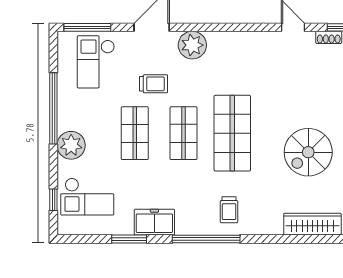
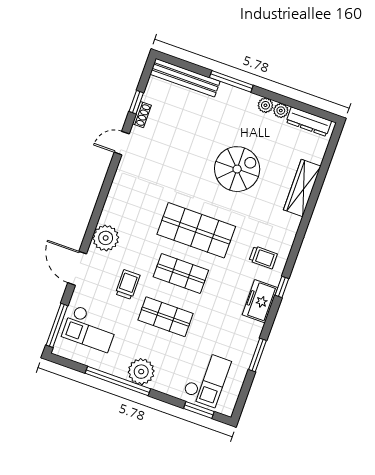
plant: (71, 145) -> (141, 372), moved
spiral stairs: (308, 152) -> (237, 169), turned -90
window: (53, 200) -> (199, 410), width x1.50
freezer: (154, 222) -> (260, 301), moved
window: (206, 239) -> (282, 287), width x0.32

